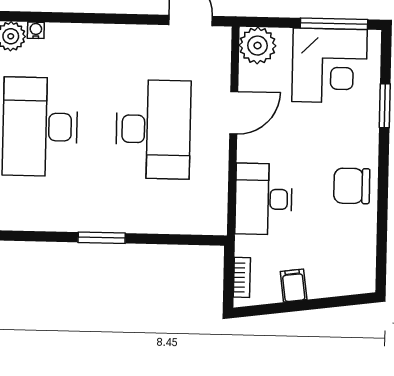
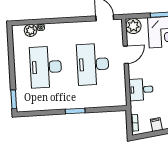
desk: (153, 129) -> (93, 64), turned 180
desk: (264, 199) -> (141, 90), width x0.73

